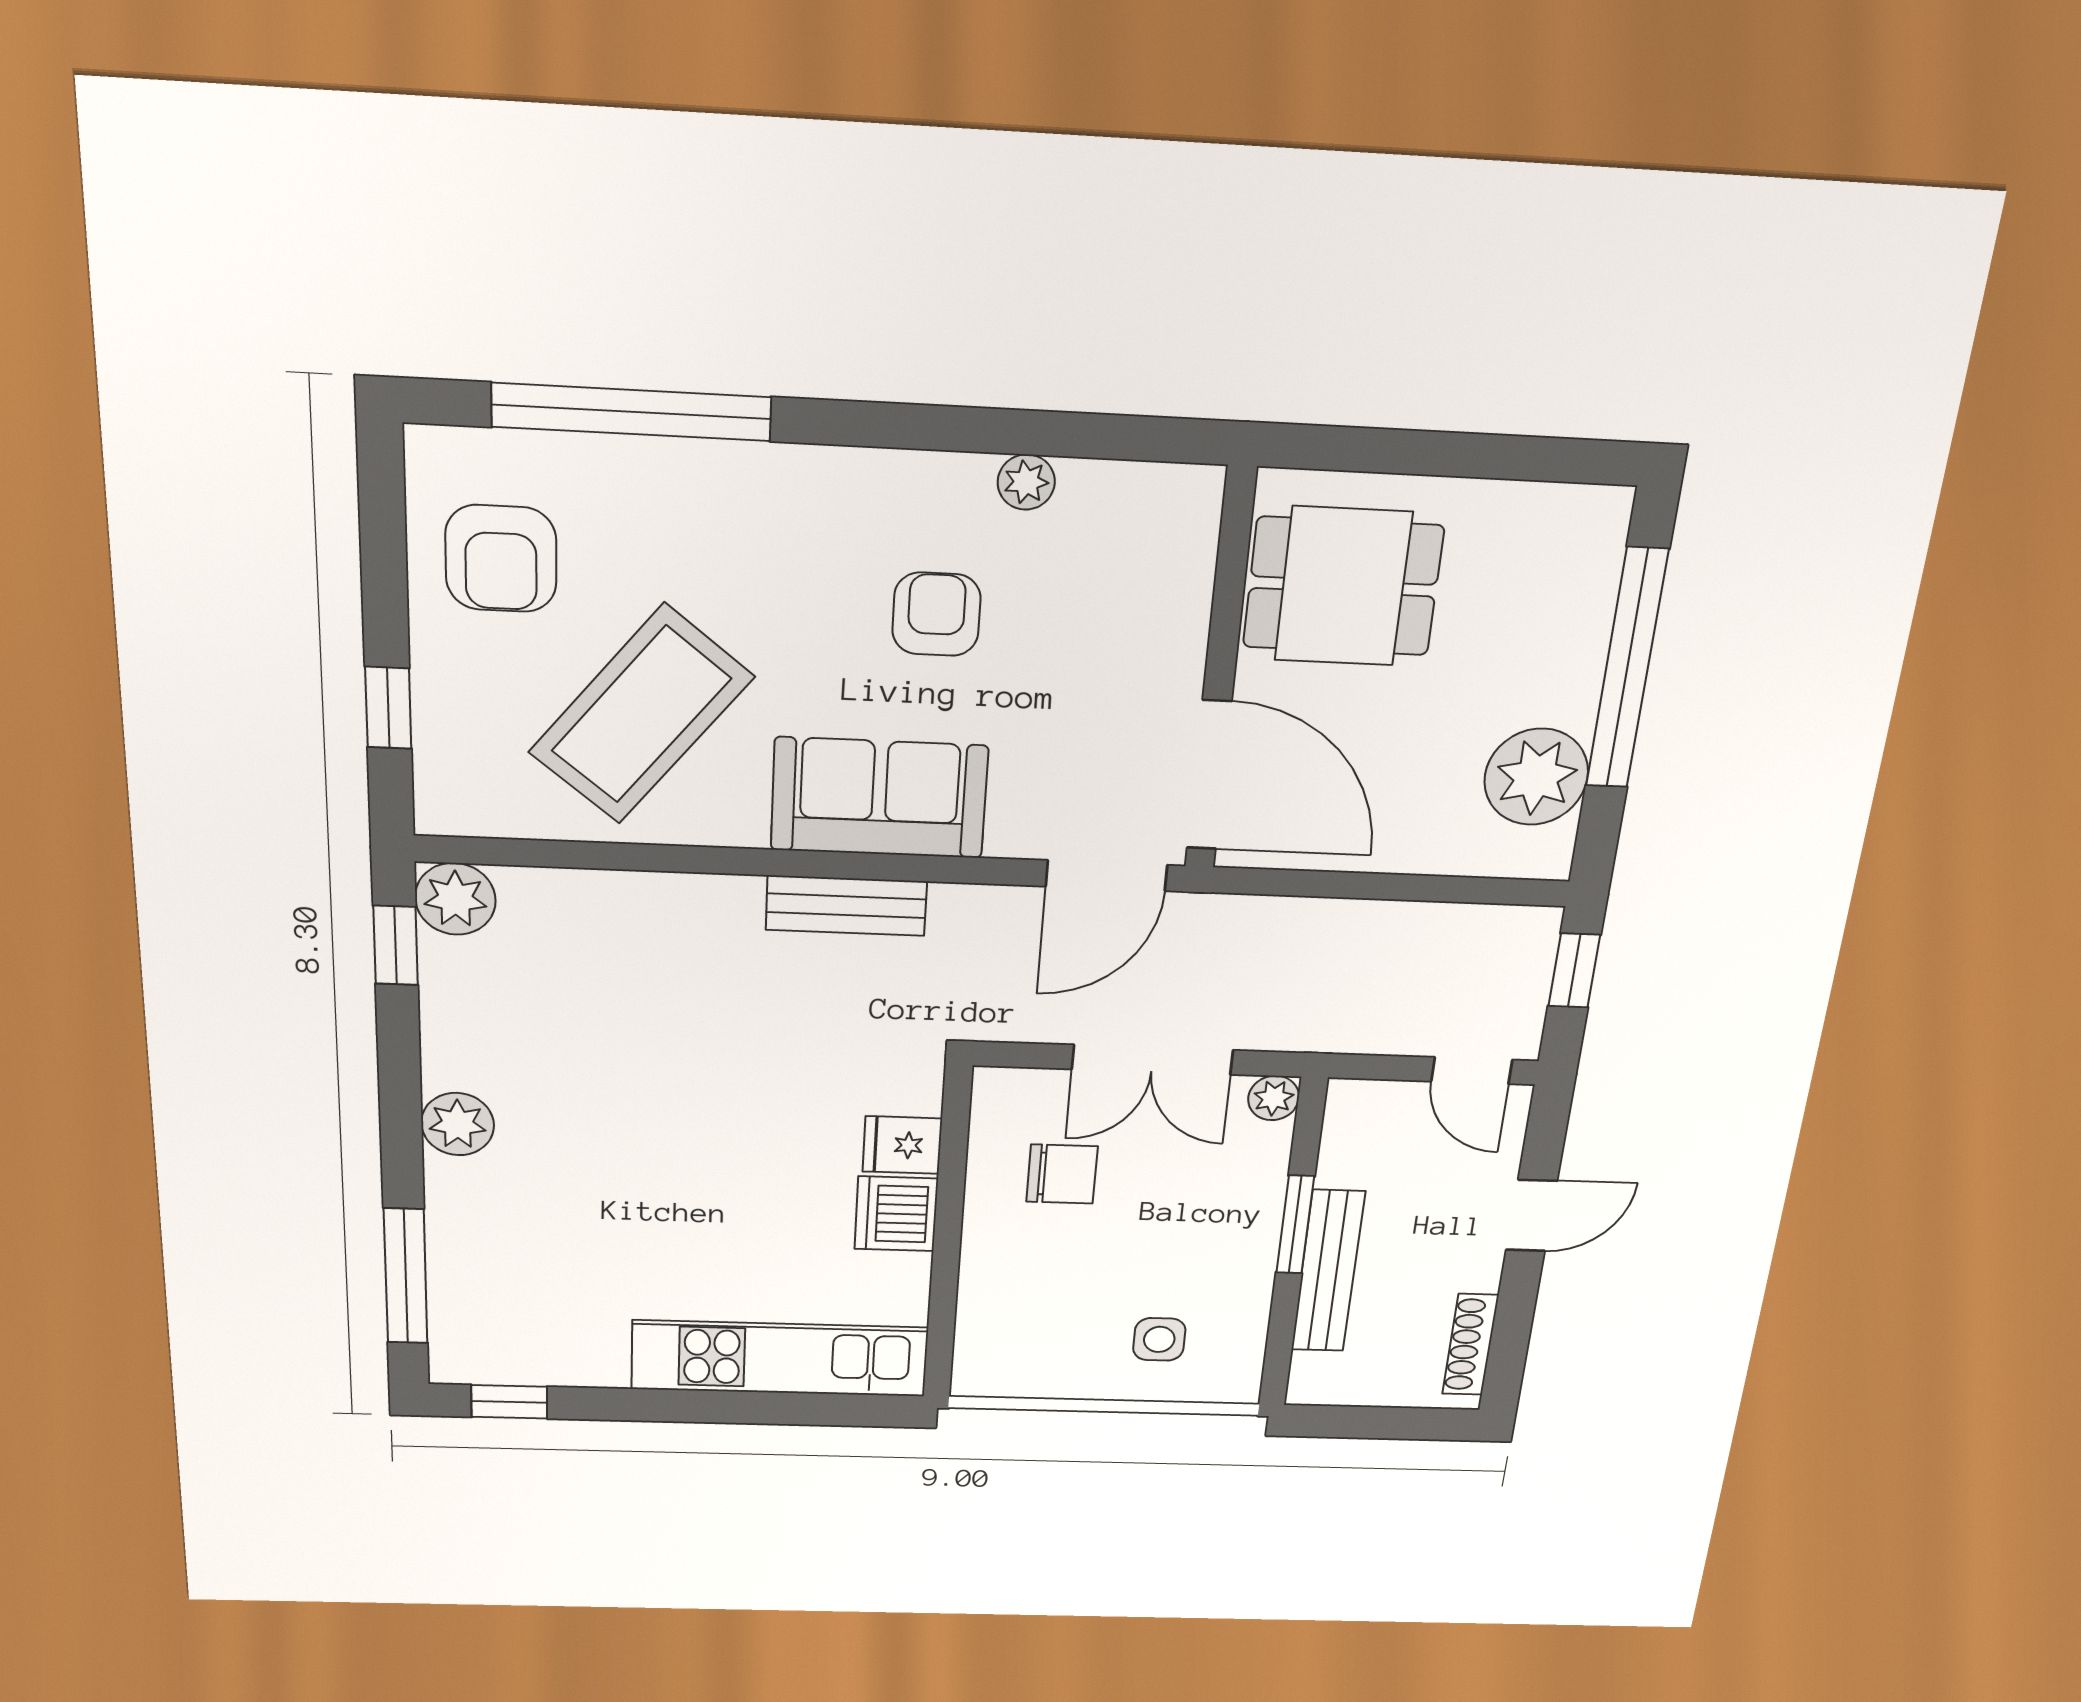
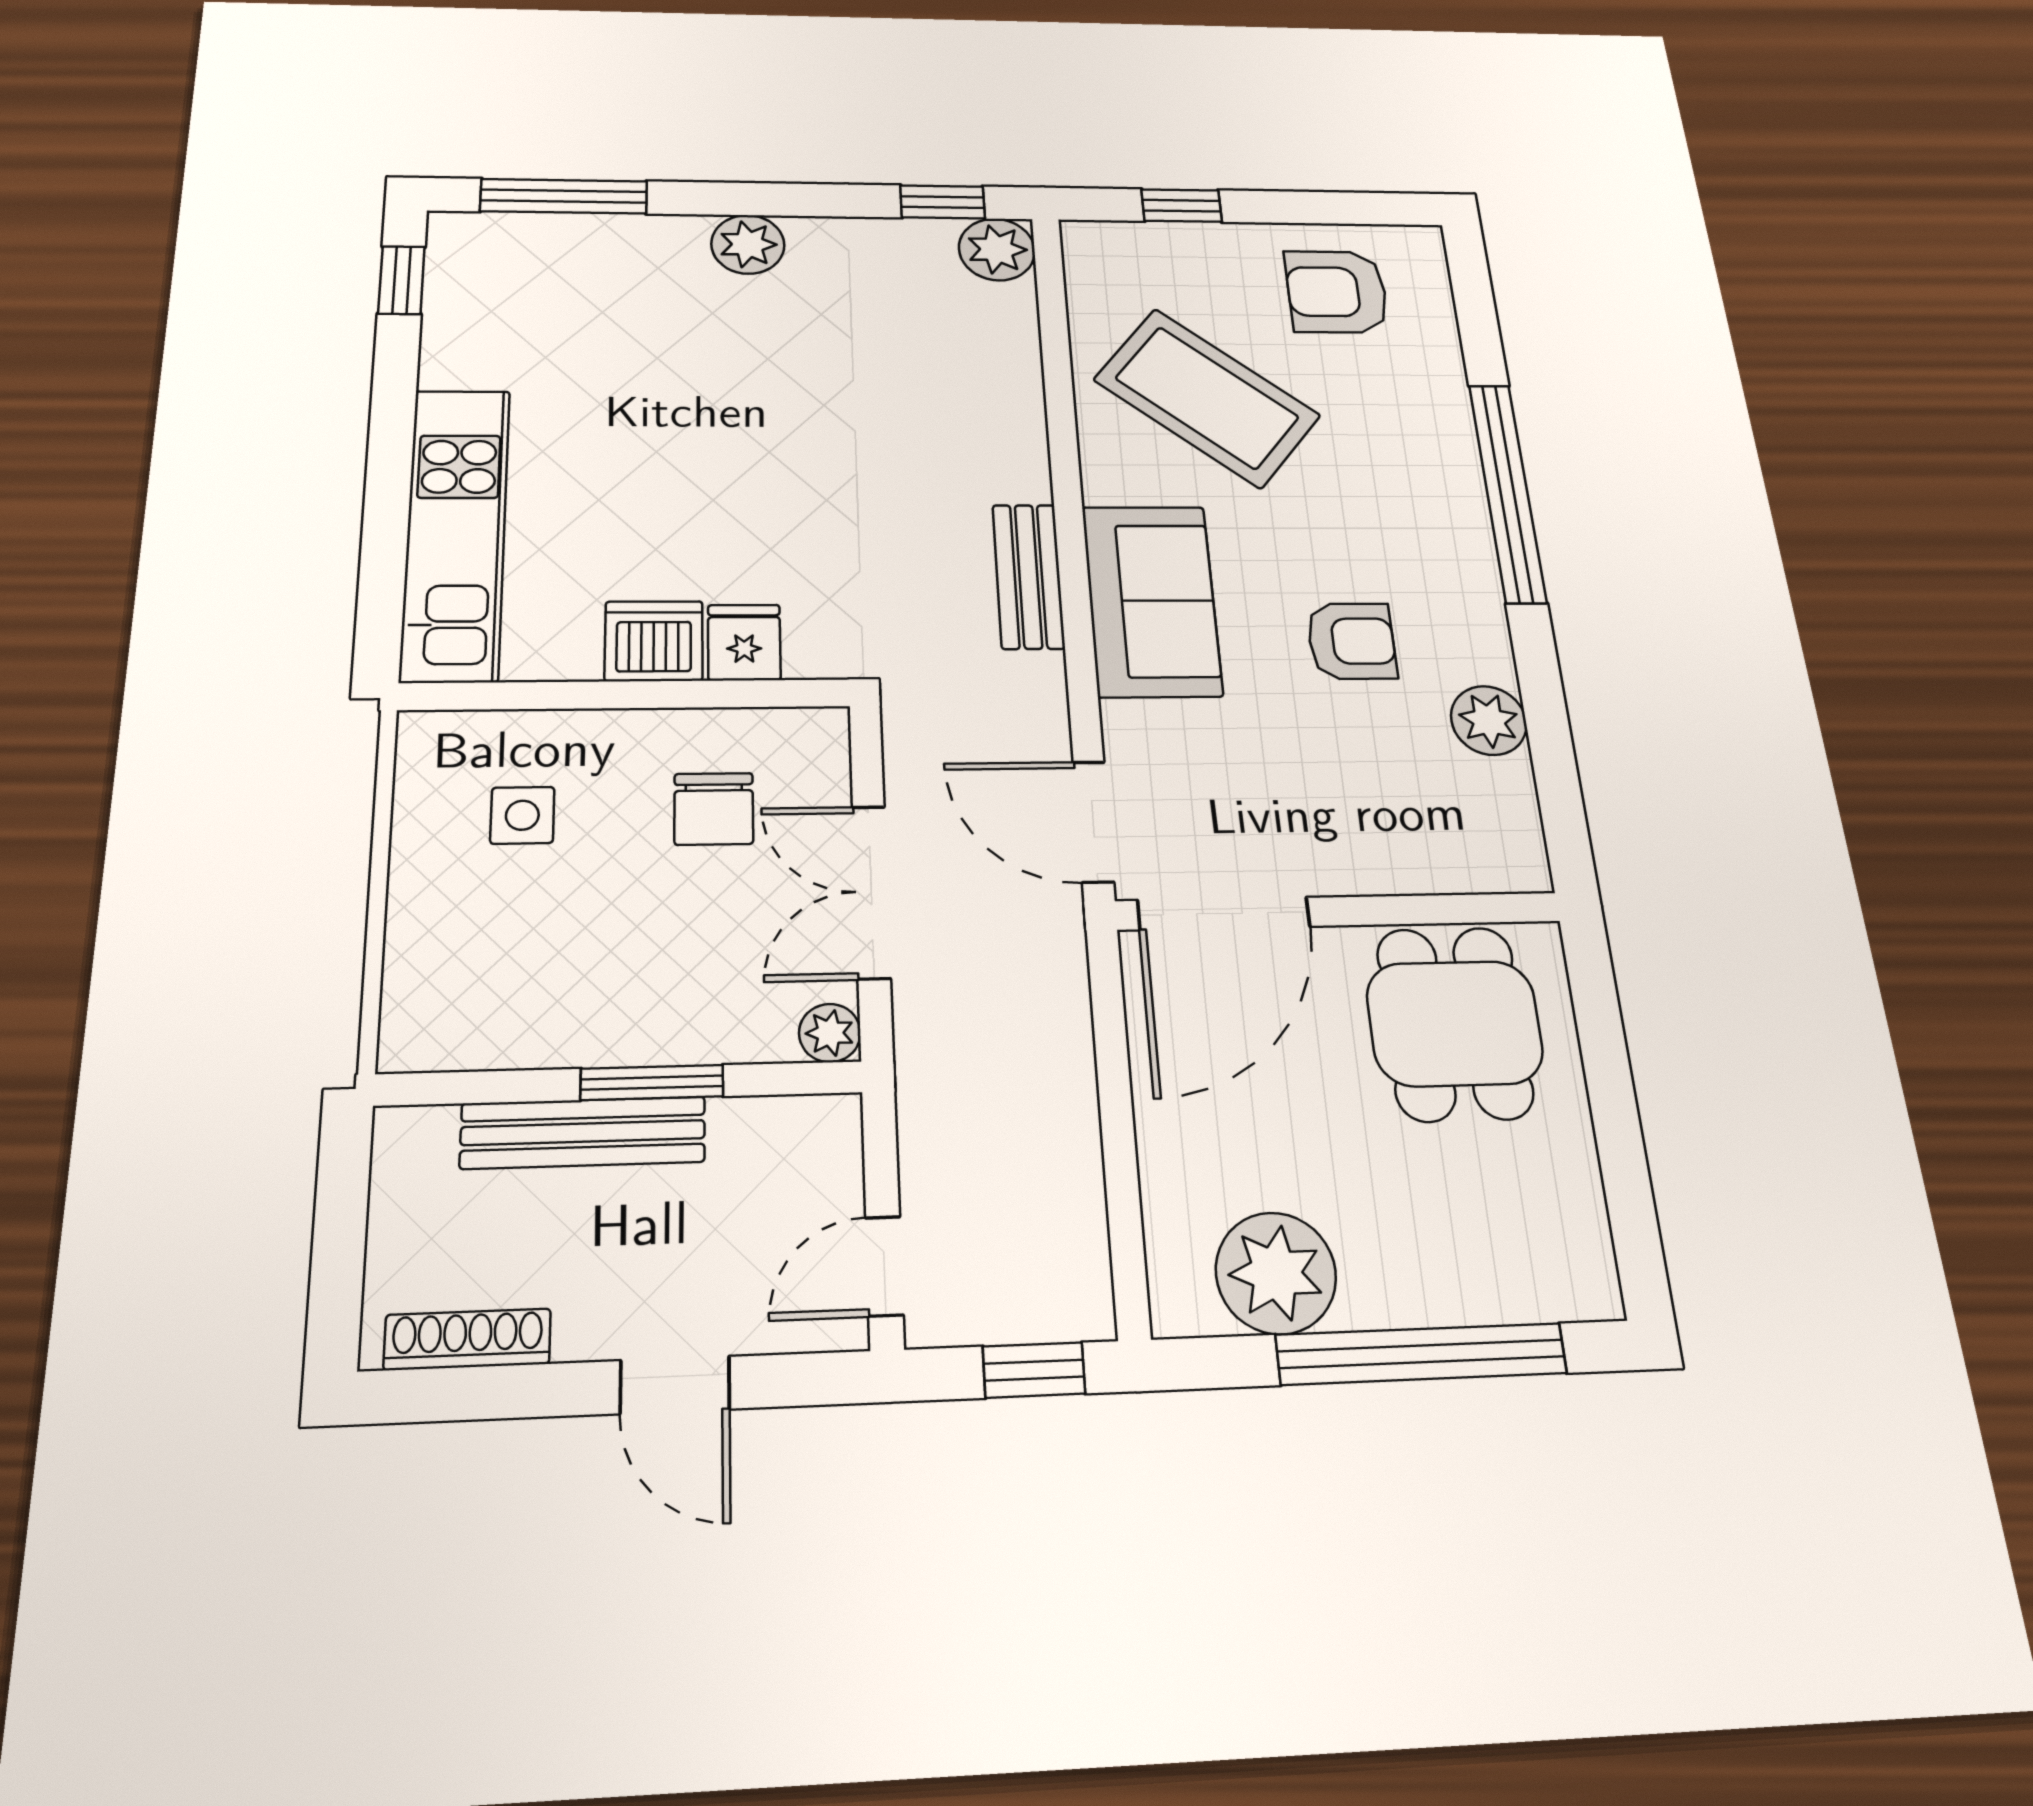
window: (632, 412) -> (1507, 492), moved
plant: (1026, 482) -> (1489, 720), width x1.38, depth x1.38
side table: (1159, 1339) -> (522, 815), moved

